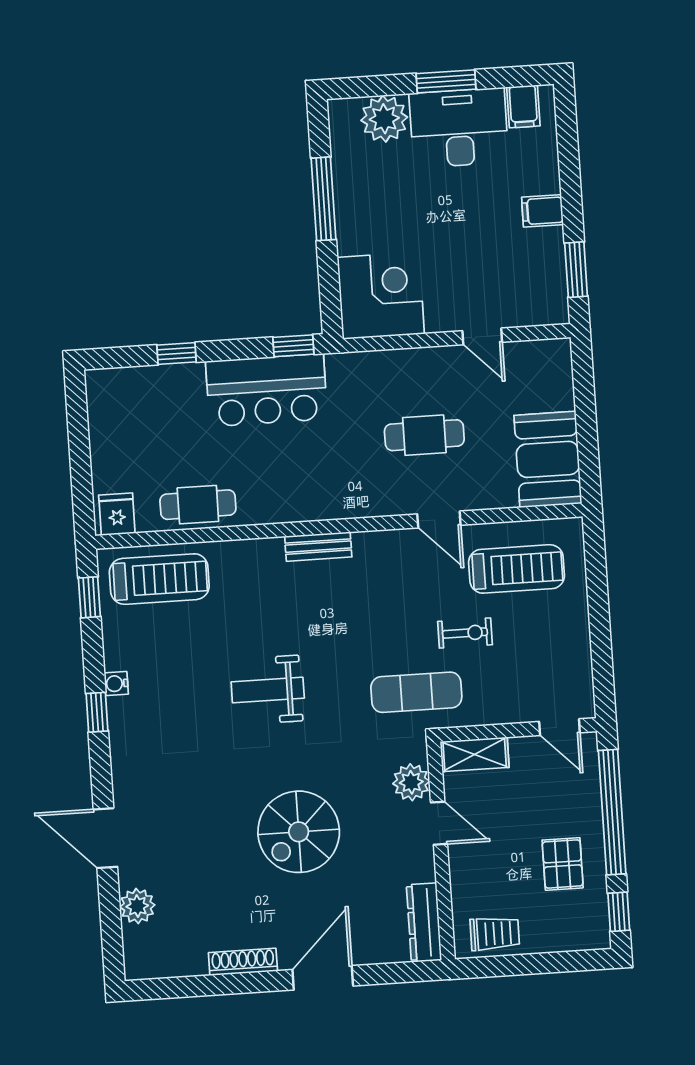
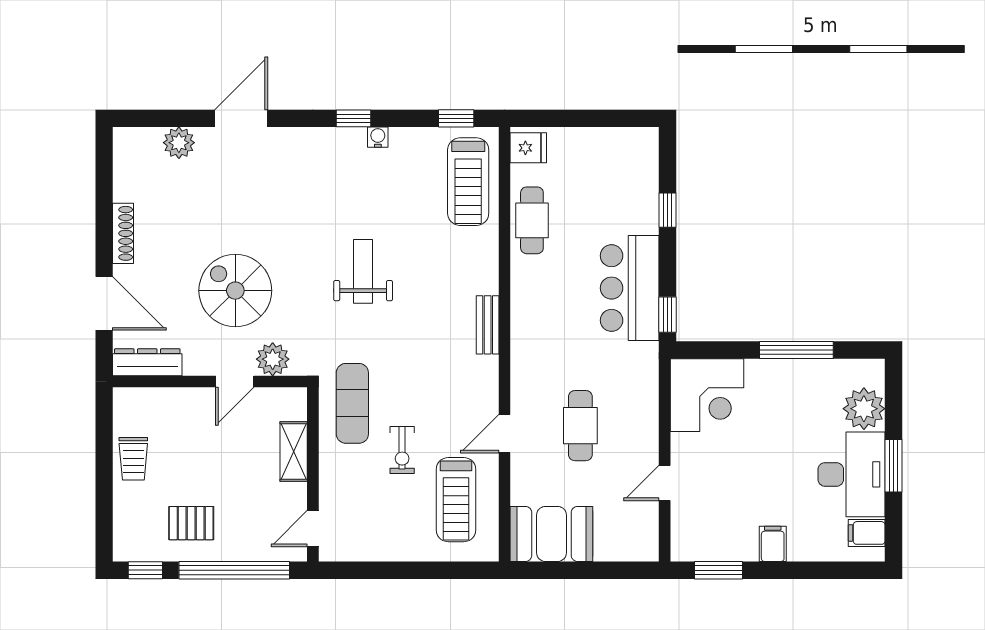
plant: (411, 782) -> (273, 359), moved
door: (439, 823) -> (235, 381), moved
wall: (441, 851) -> (210, 381), moved
dresser: (424, 923) -> (147, 362), moved

